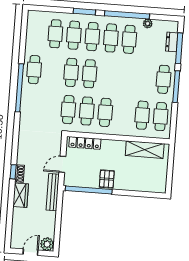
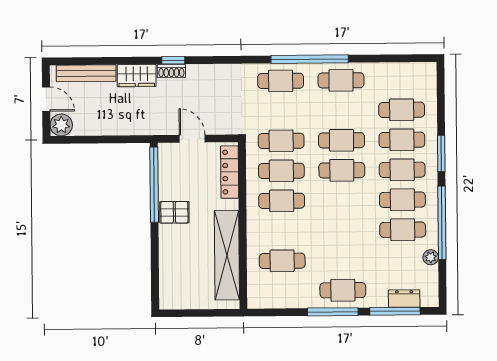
cafe table: (161, 117) -> (281, 81), moved
shelving: (145, 150) -> (227, 255), width x1.47
bench: (53, 192) -> (86, 73), moved

